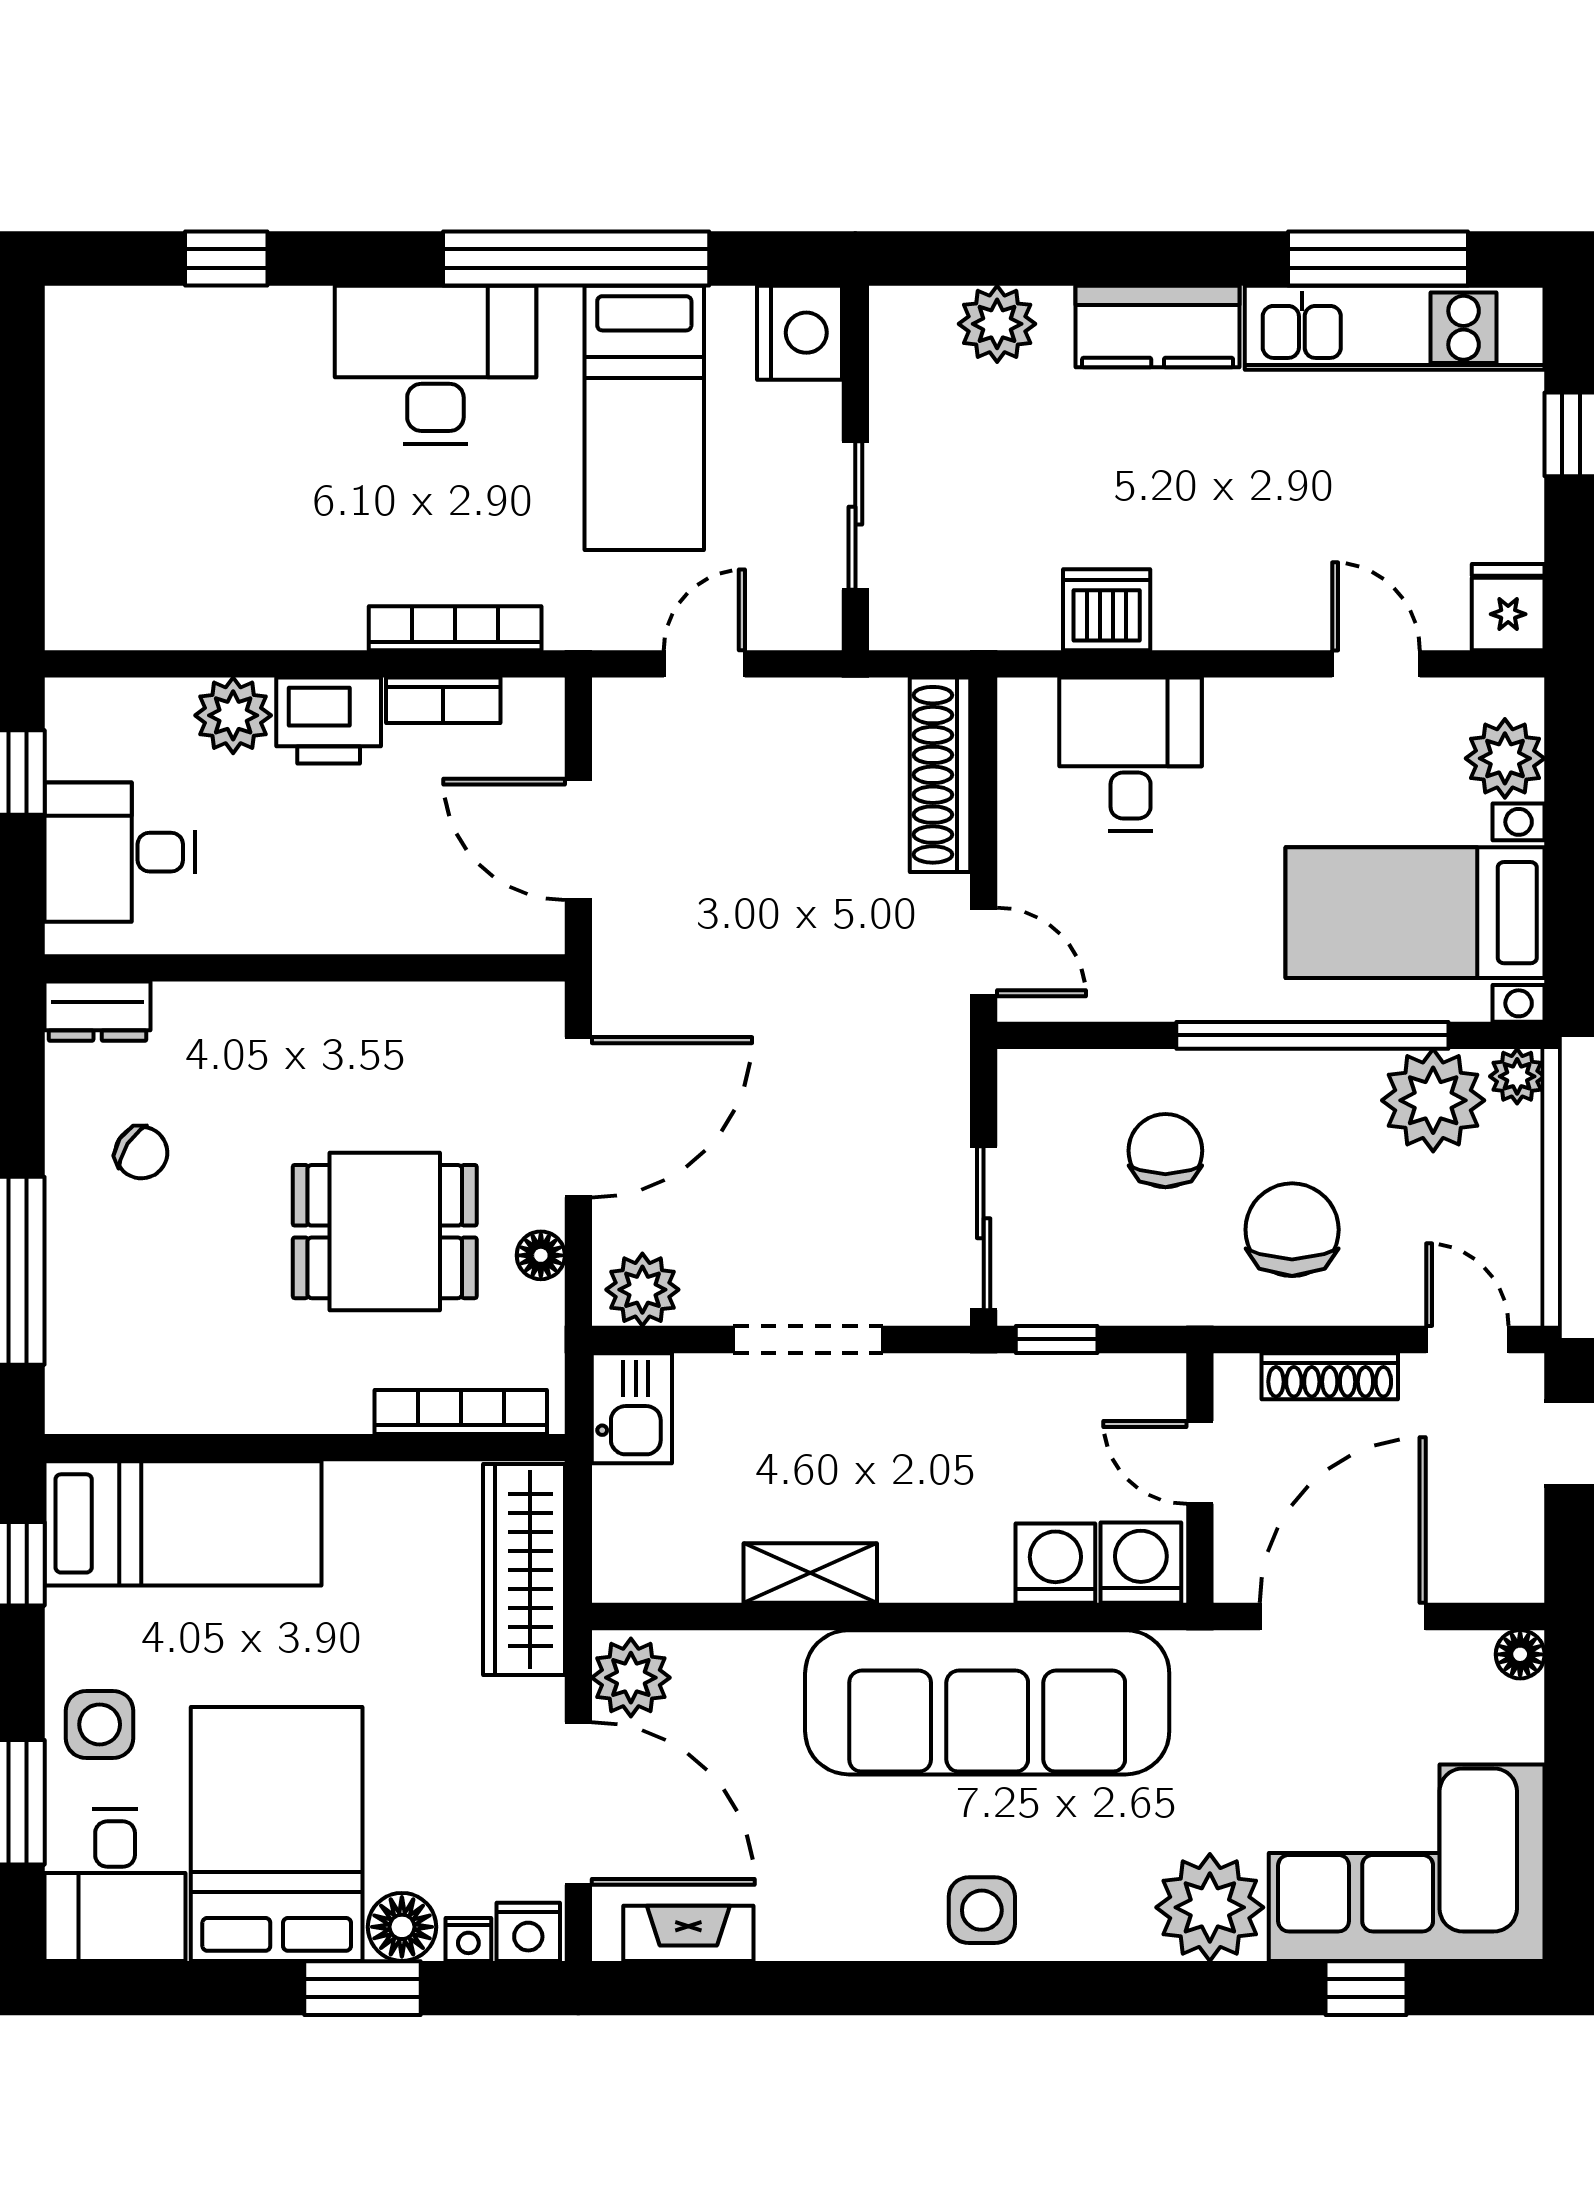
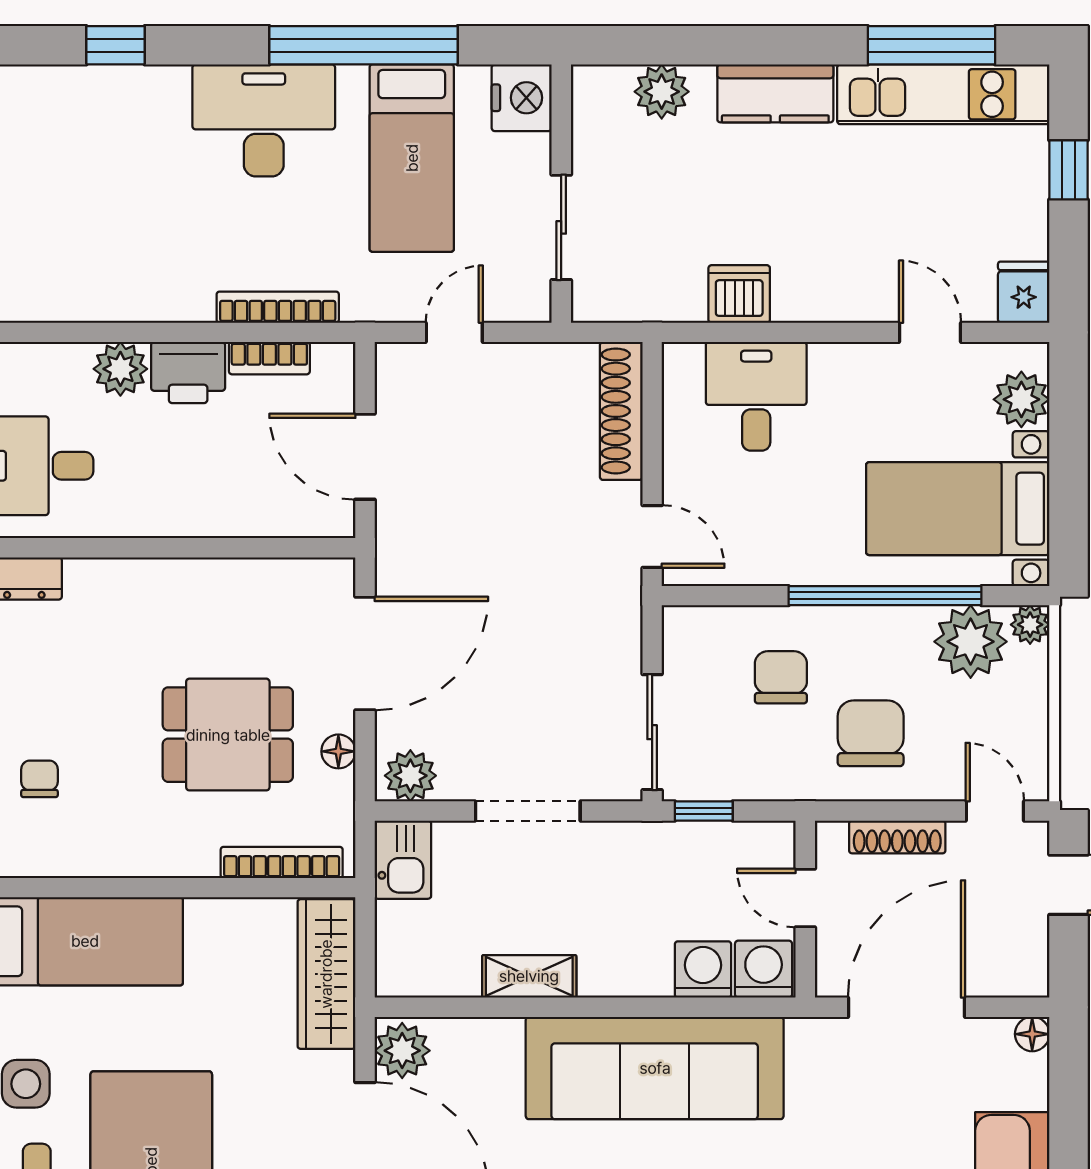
chair: (141, 1153) -> (40, 779), moved, turned -123

